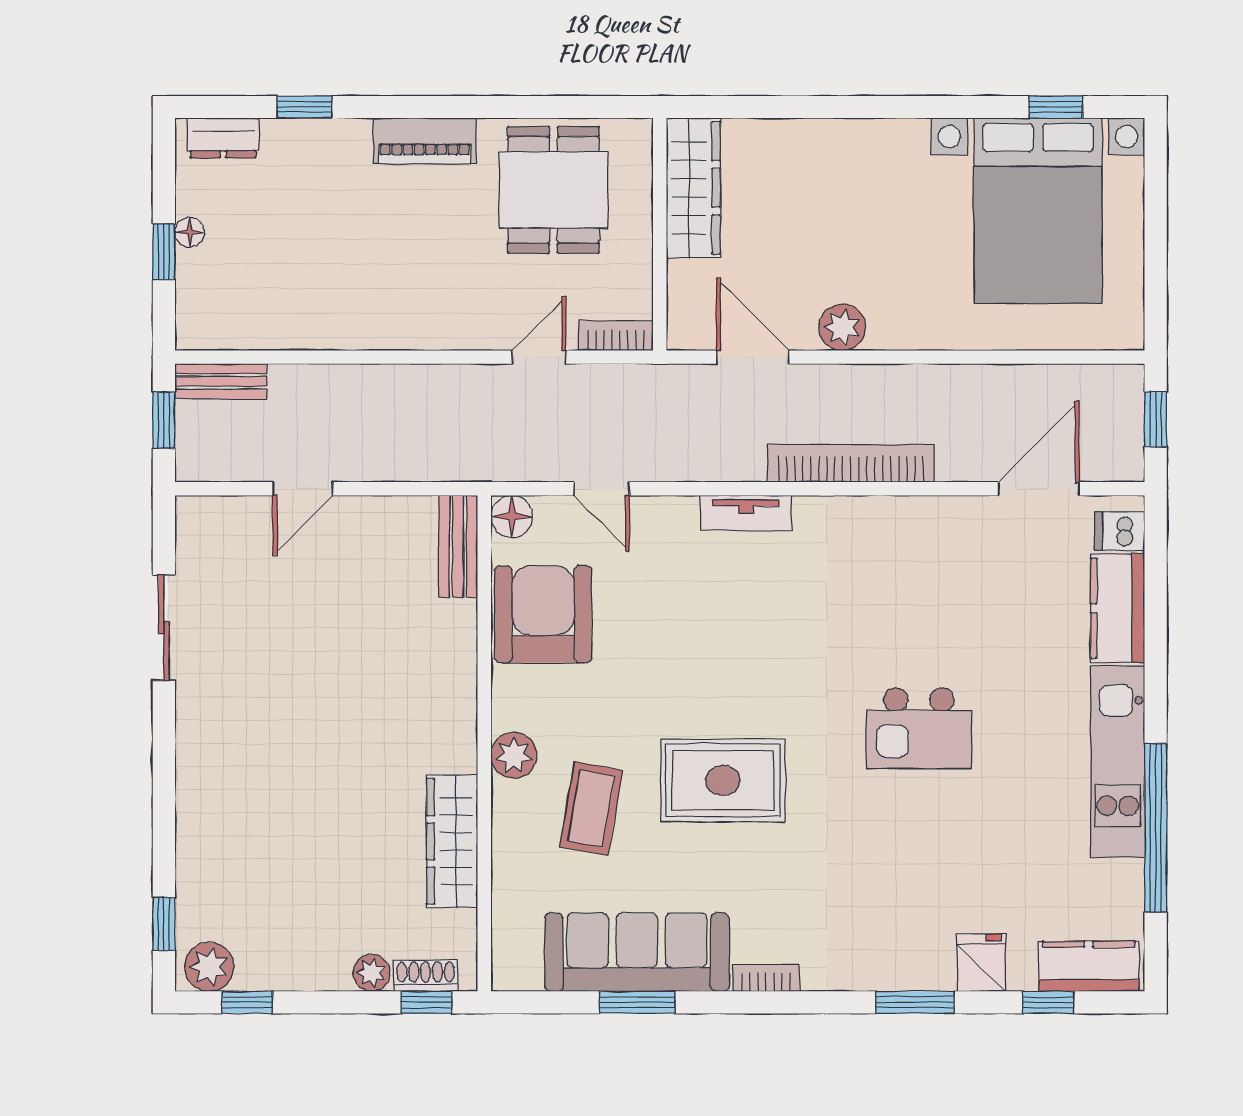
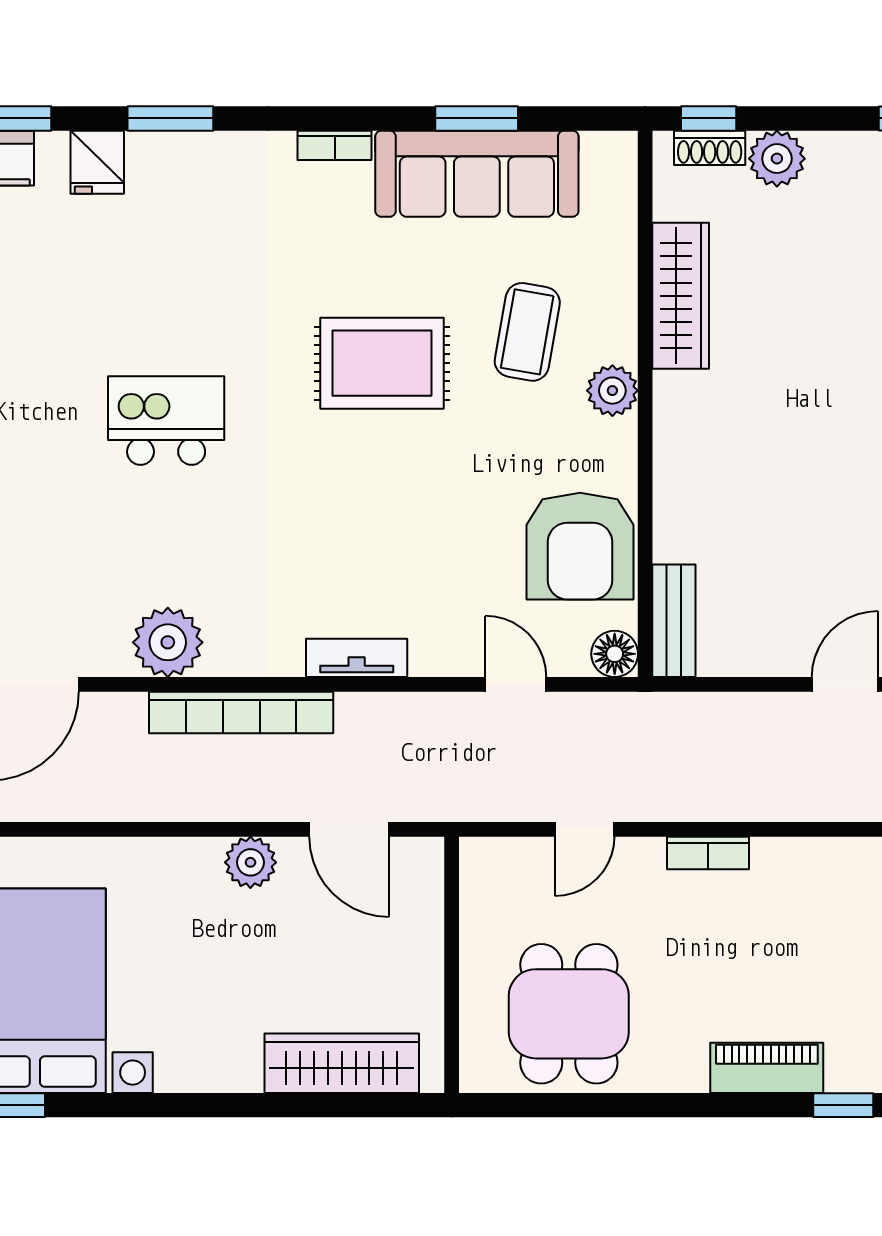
piano: (425, 141) -> (767, 1068), moved
wardrobe: (693, 188) -> (342, 1063), moved, turned 90
bookcase: (616, 336) -> (708, 853), moved
plant: (917, 527) -> (168, 642), added
plant: (371, 973) -> (777, 159), width x1.38, depth x1.38

